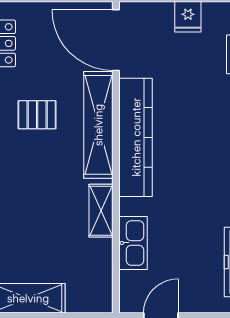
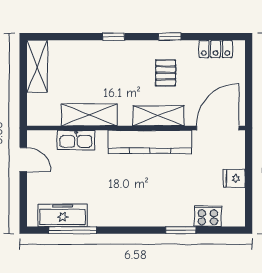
shelving: (98, 125) -> (159, 116), width x0.68
shelving: (101, 211) -> (89, 115), width x1.50, depth x1.33

